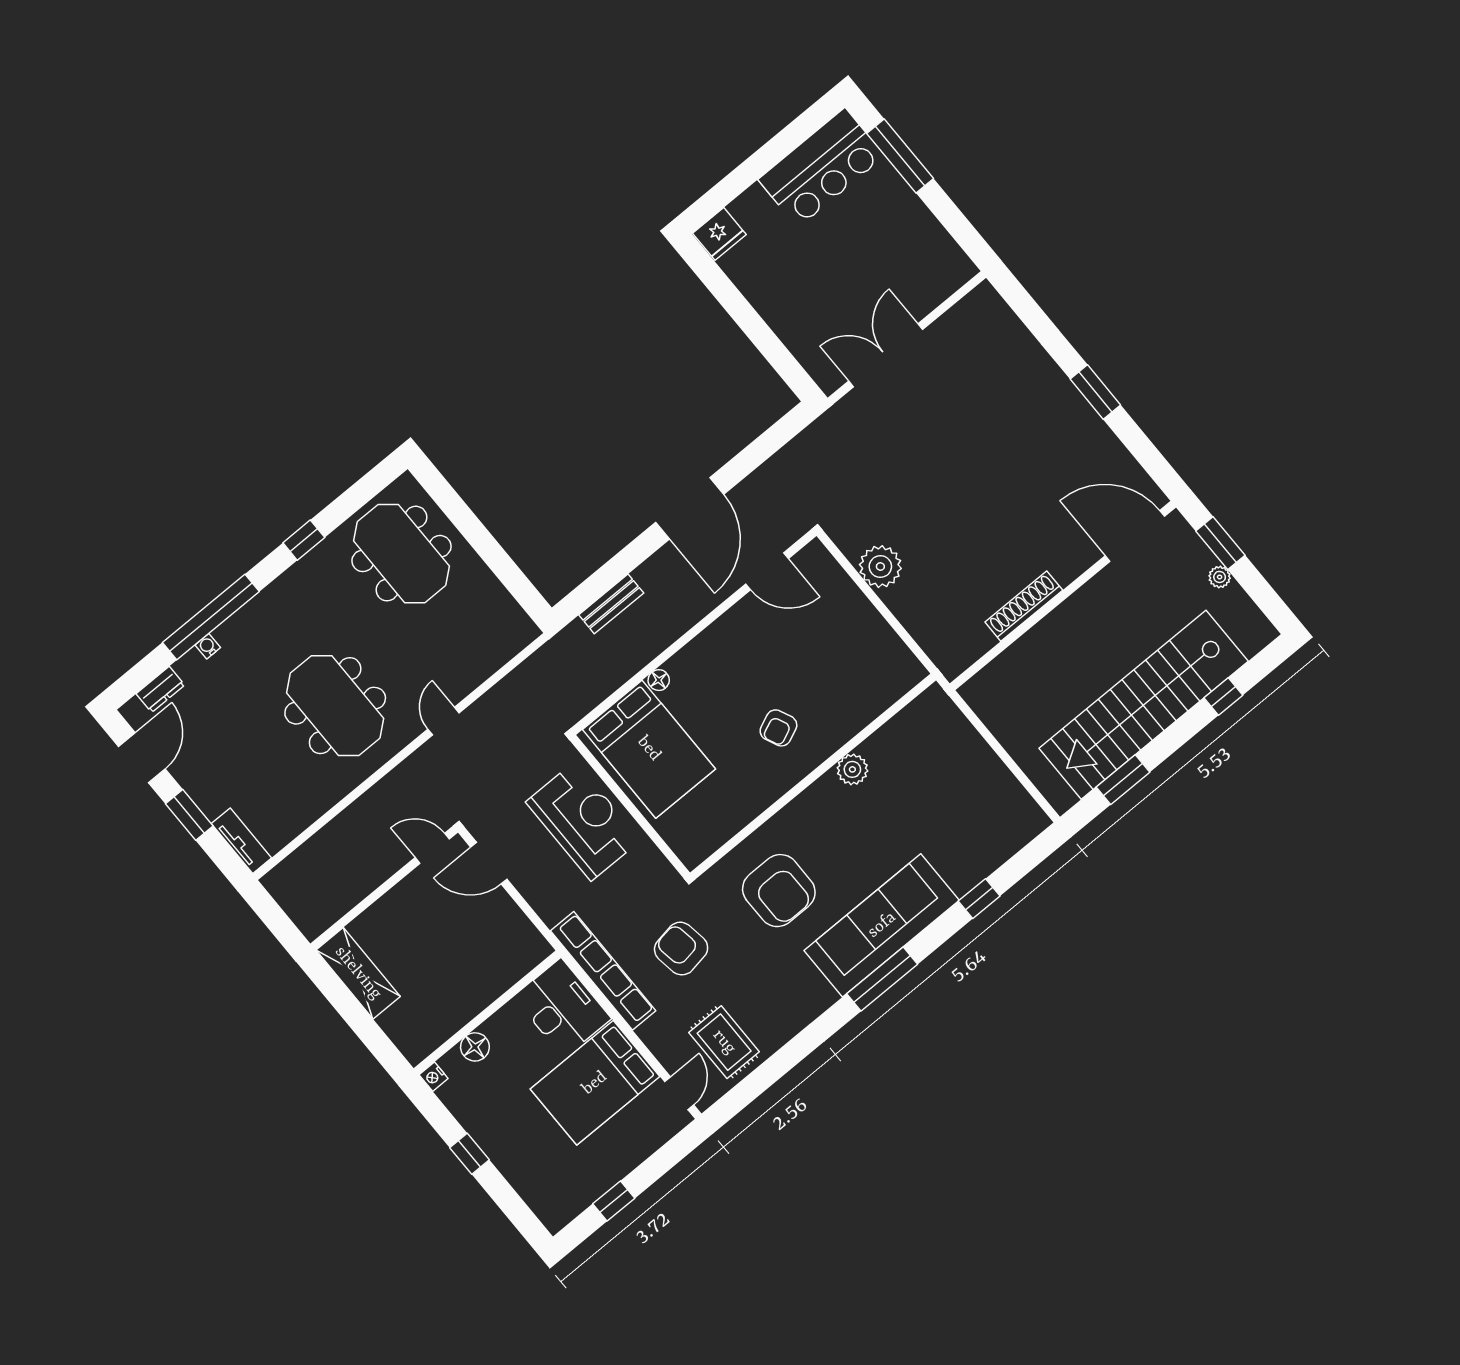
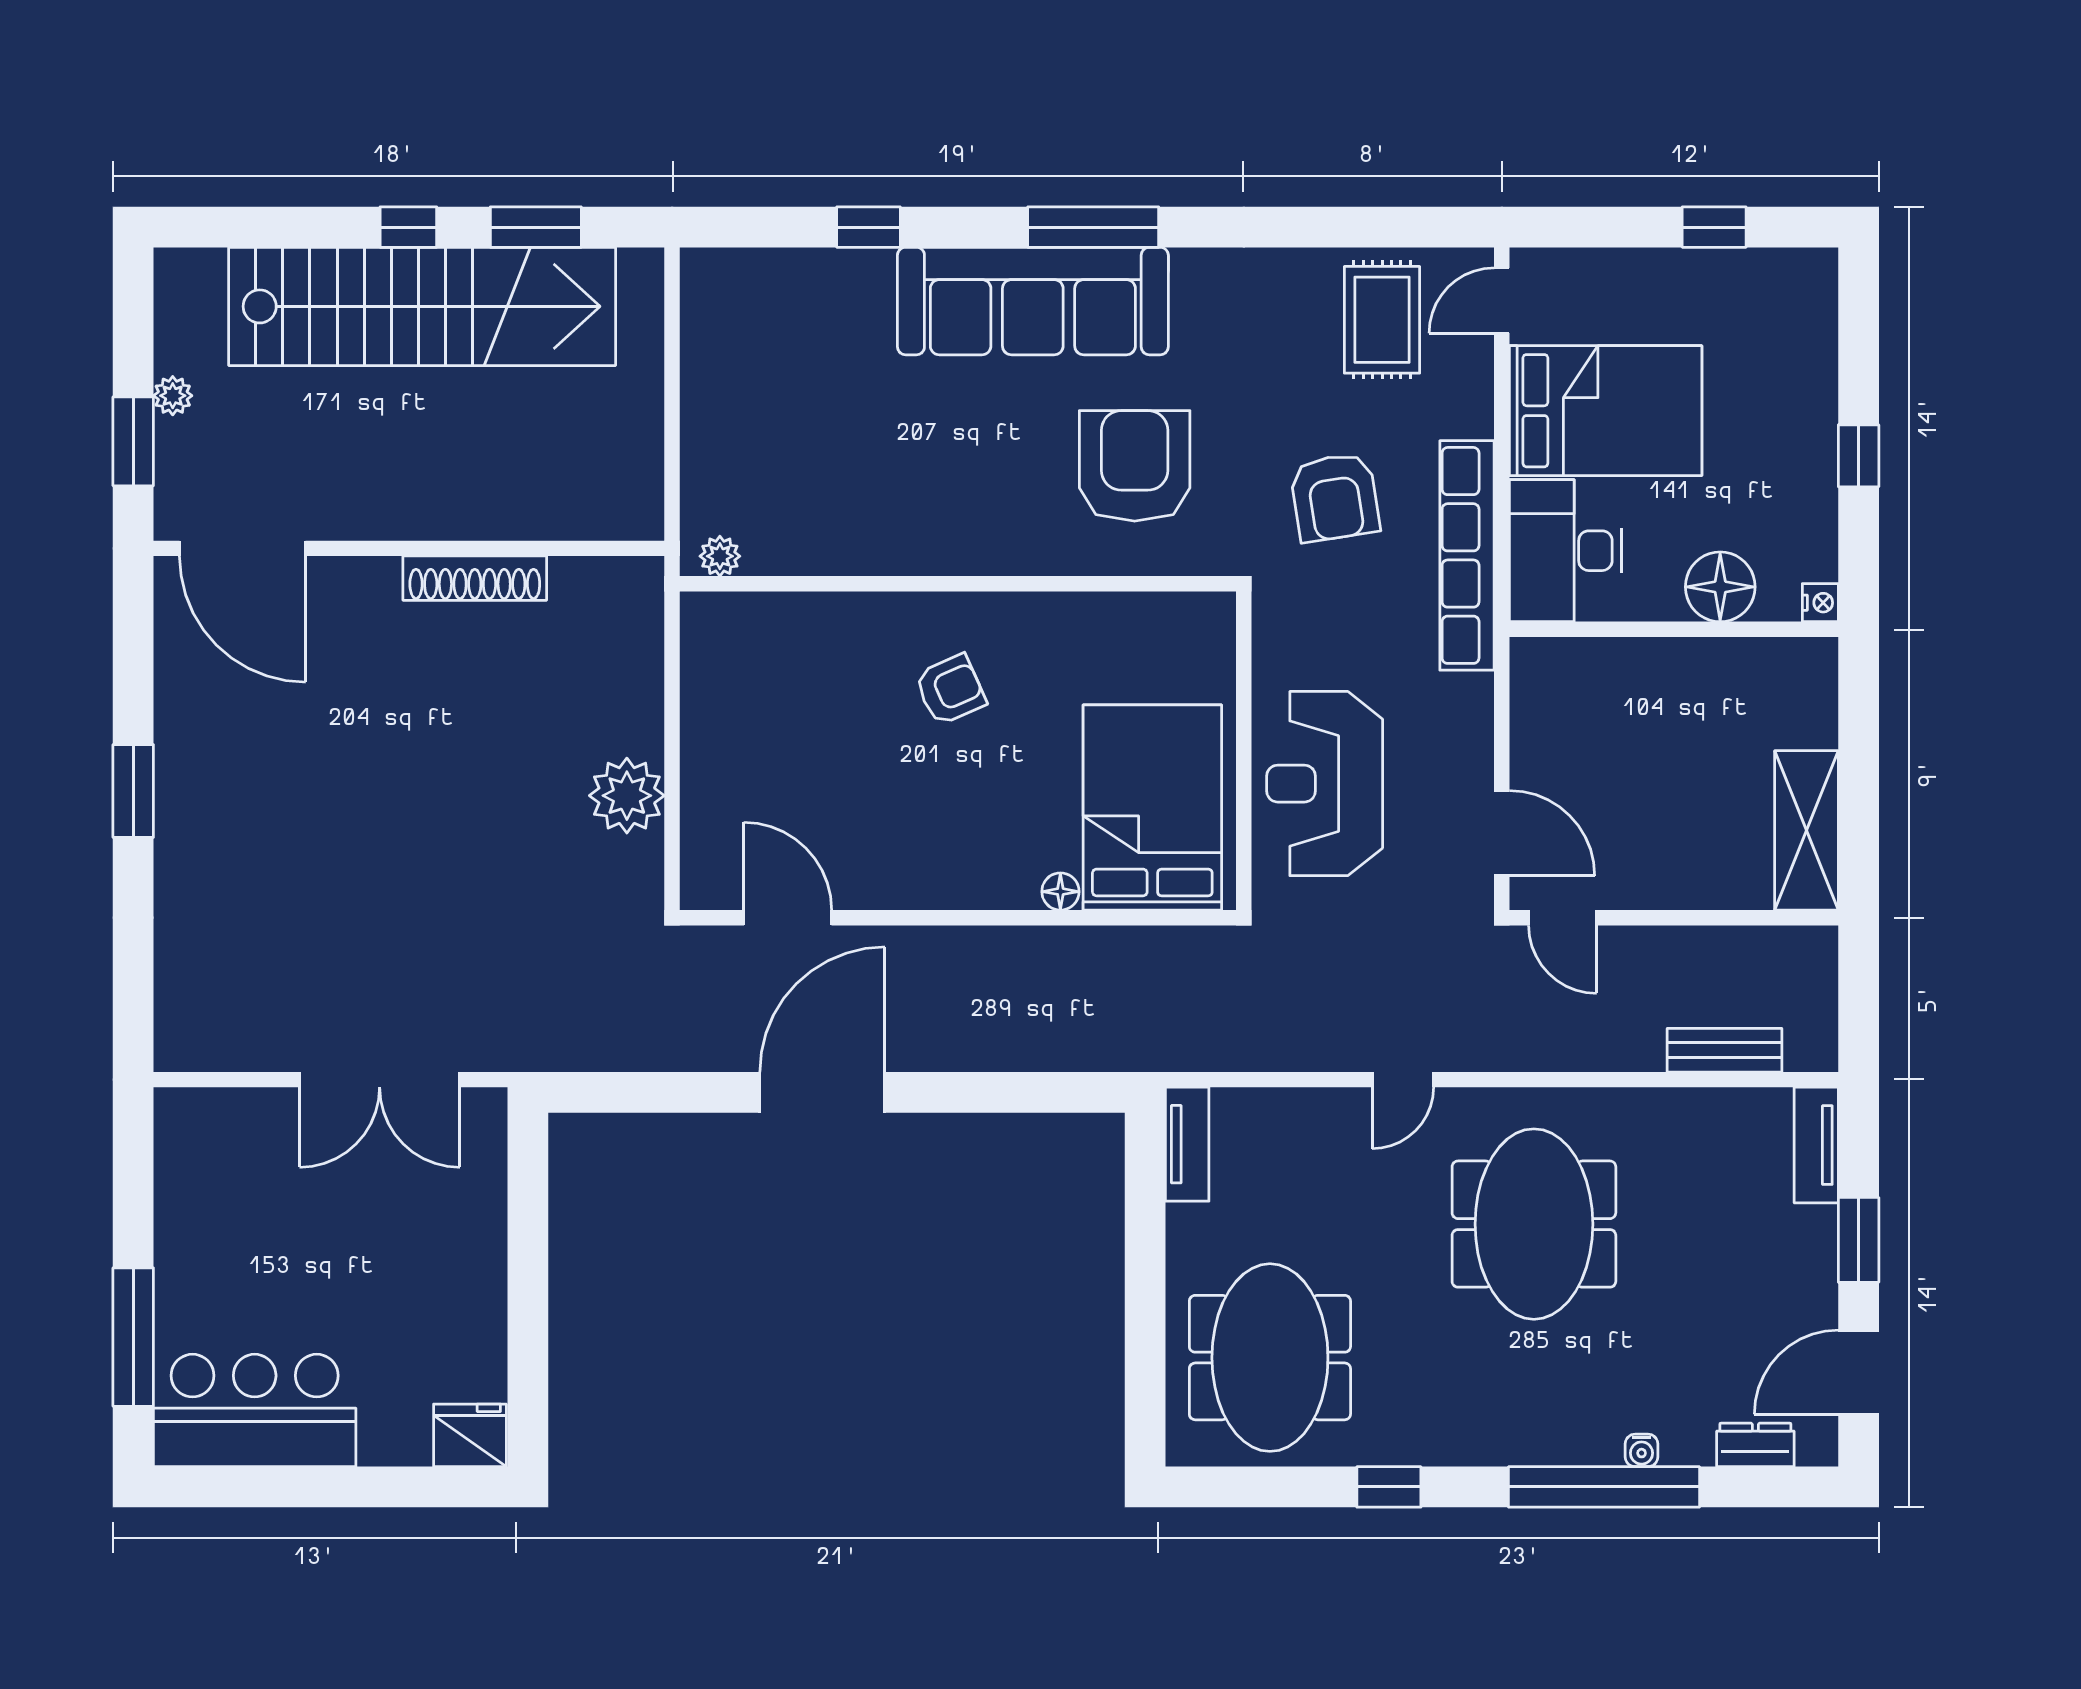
bench: (611, 604) -> (1725, 1050), moved
tv unit: (514, 616) -> (1187, 1144), added
window: (1223, 697) -> (408, 227), moved
plant: (852, 769) -> (720, 556), moved, width x0.73, depth x0.73
floor lamp: (475, 1047) -> (1720, 587), width x1.38, depth x1.38

